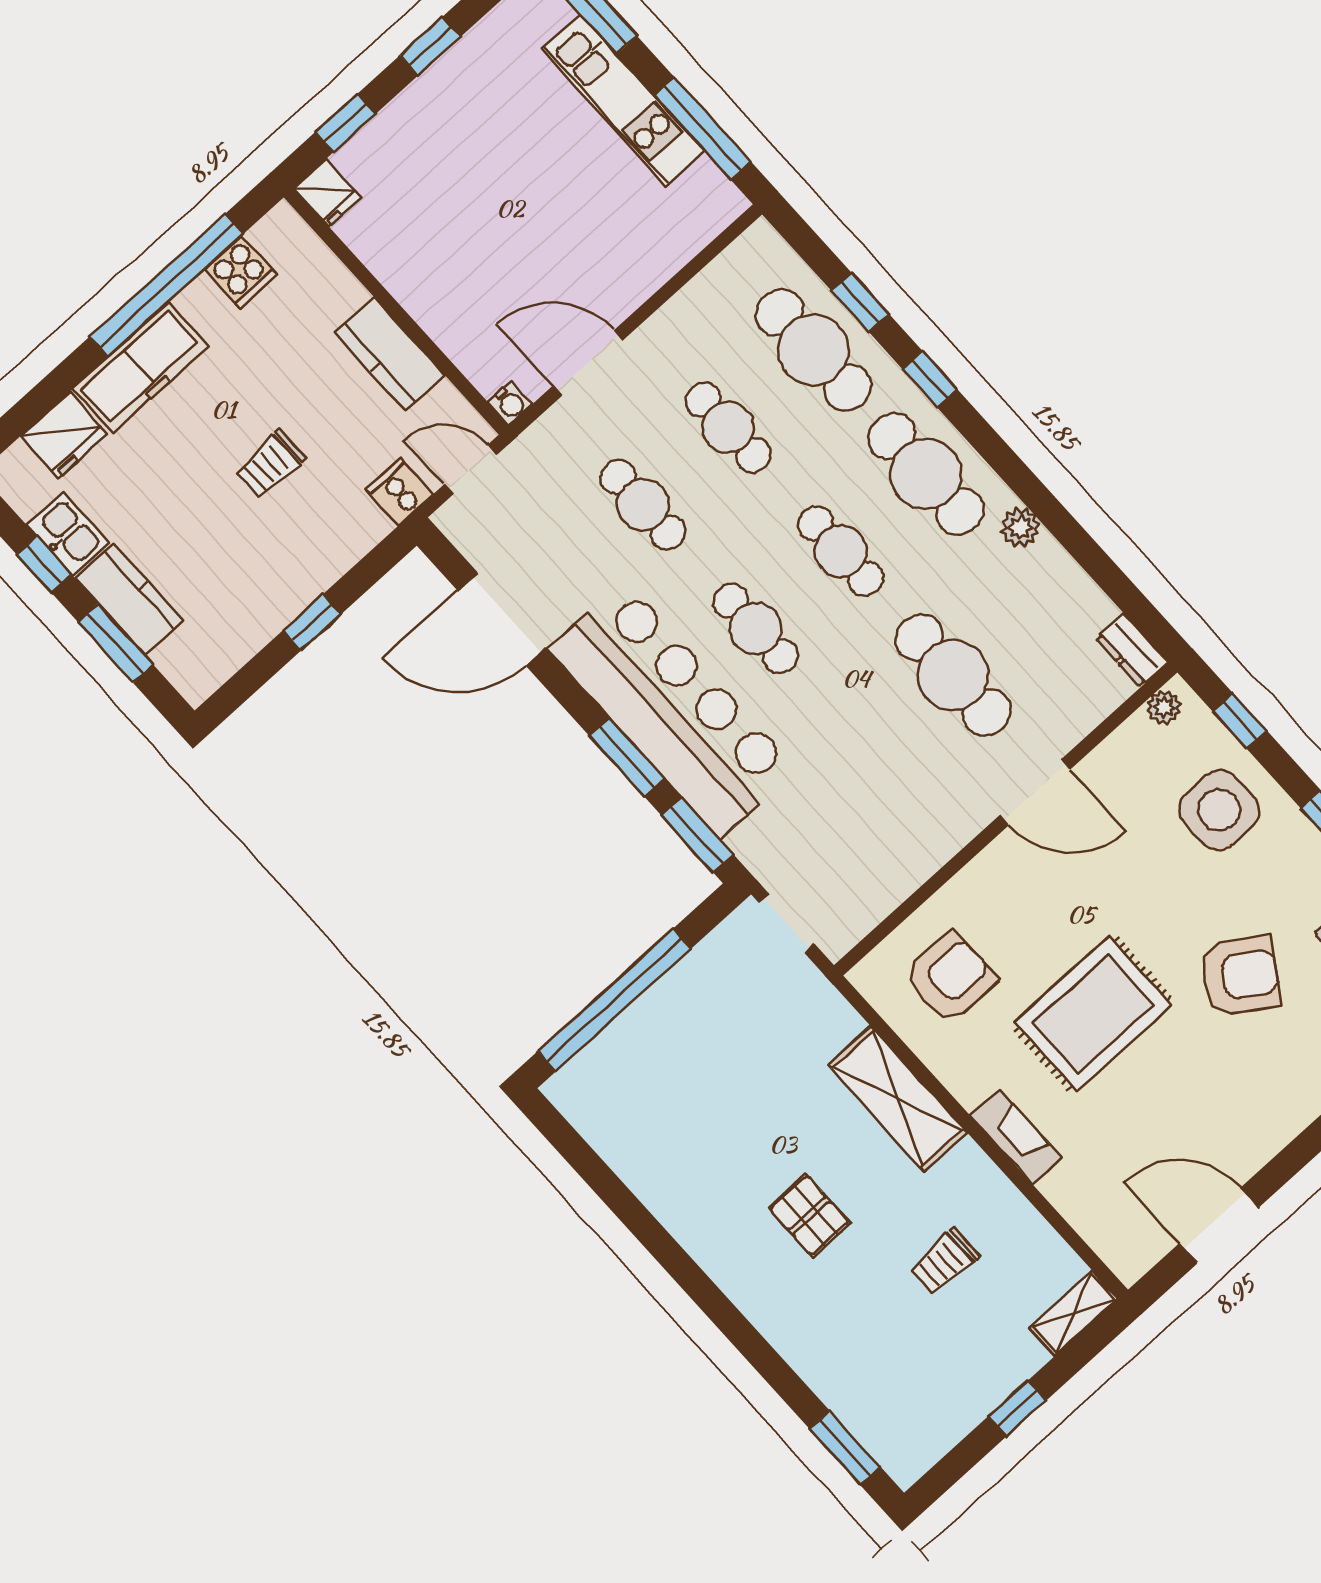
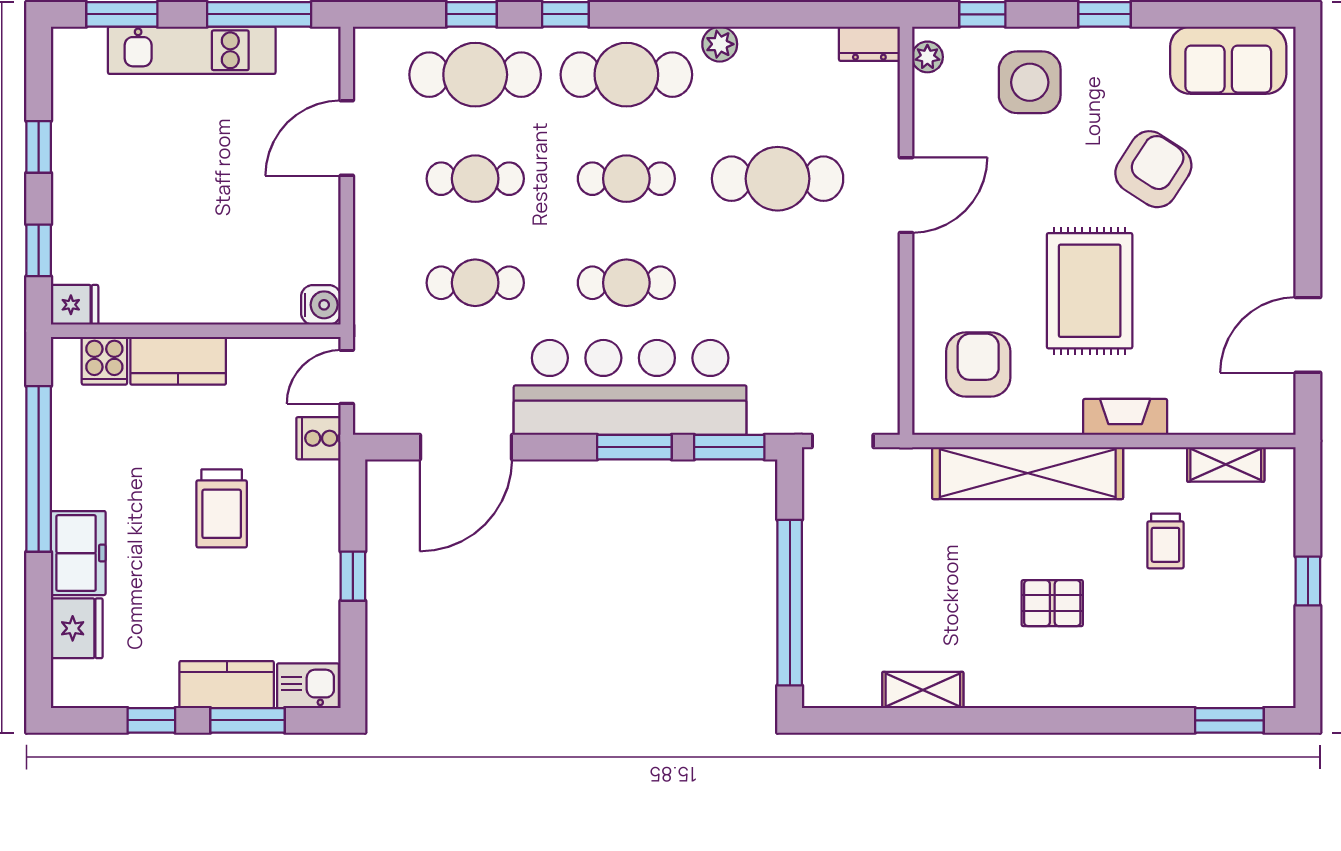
cooker: (241, 272) -> (104, 361), moved, turned 90
kitchen counter: (390, 354) -> (178, 361), moved
door: (588, 363) -> (347, 138), moved
freezer: (141, 368) -> (78, 553), width x0.71
water cooler: (510, 403) -> (321, 305), width x1.38, depth x1.38
trolley: (270, 465) -> (222, 508), width x1.36, depth x1.39
kitchen sink: (68, 534) -> (308, 686), moved
shelving: (898, 1099) -> (1028, 473), width x1.47
shelving: (642, 1174) -> (923, 690), added
shelving: (1074, 1313) -> (1226, 464), moved, turned 90

